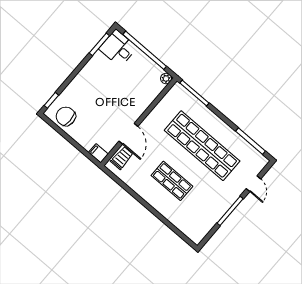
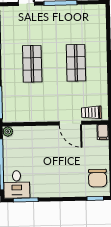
door: (128, 134) -> (70, 123), swing flipped
shop shelf: (202, 146) -> (32, 64), width x0.50, depth x0.74

